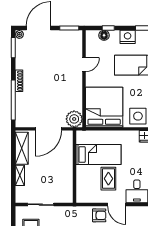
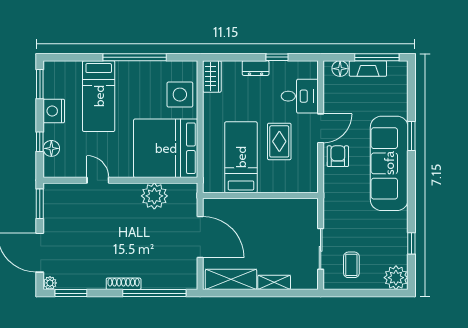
plant: (74, 119) -> (154, 196), moved
rug: (108, 179) -> (279, 141), turned 90

